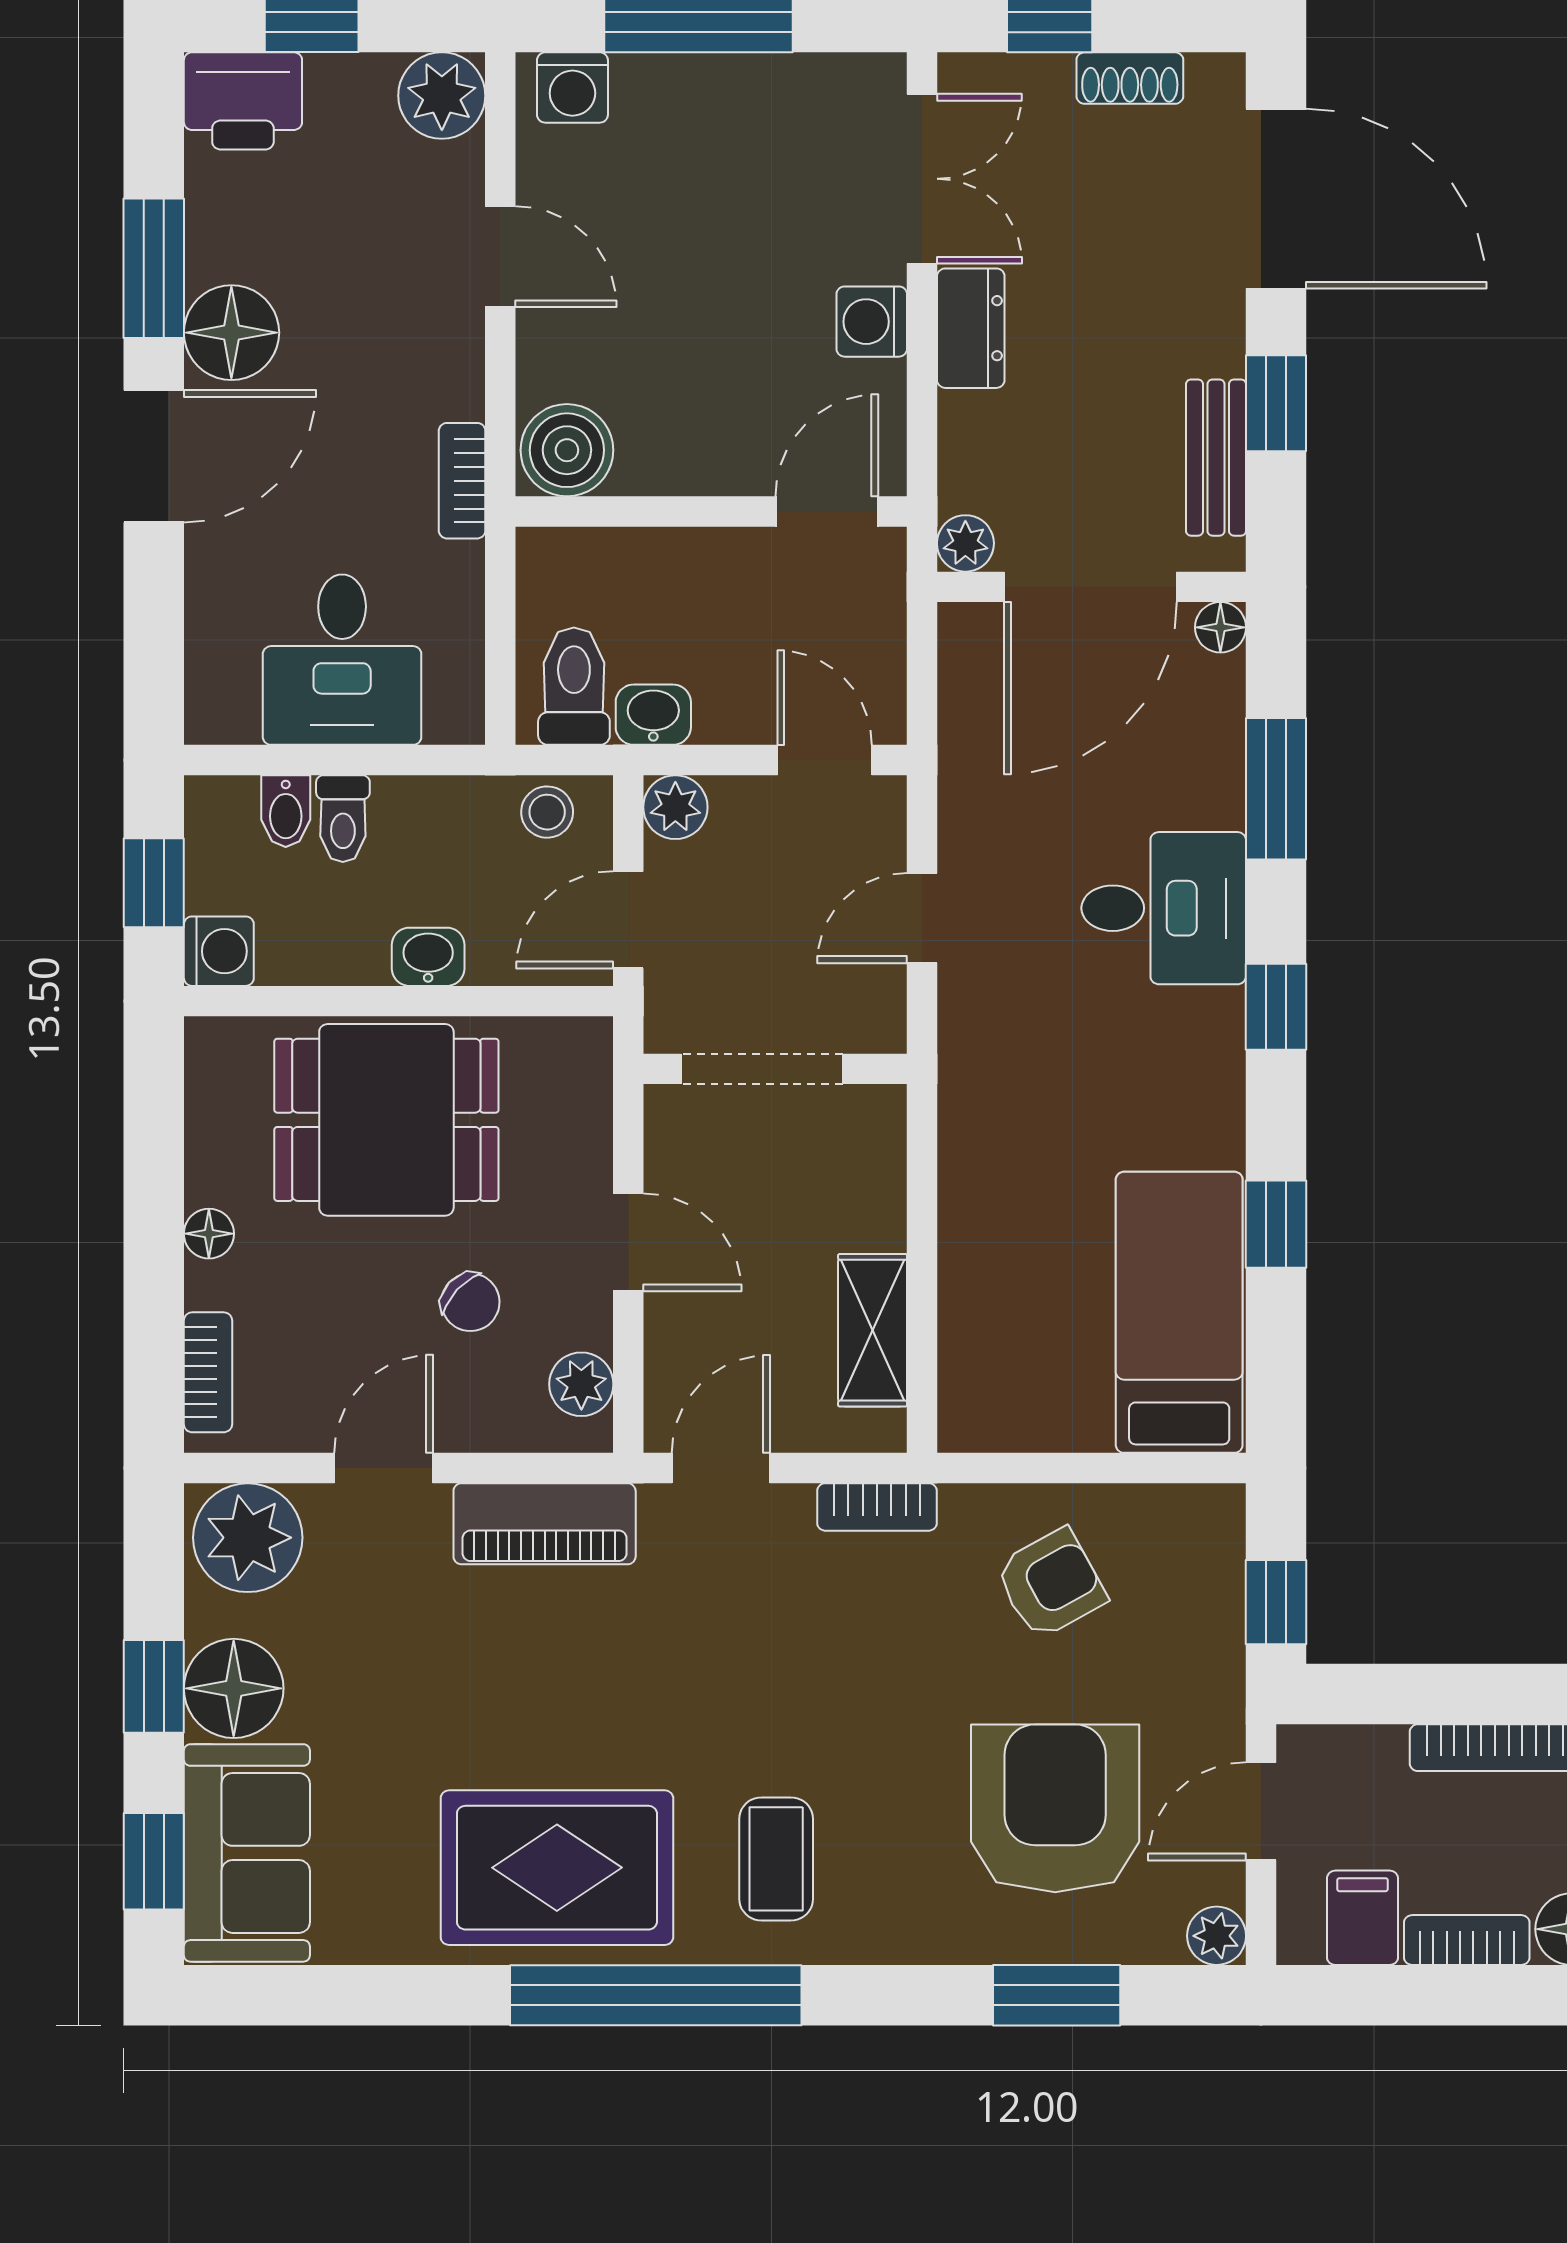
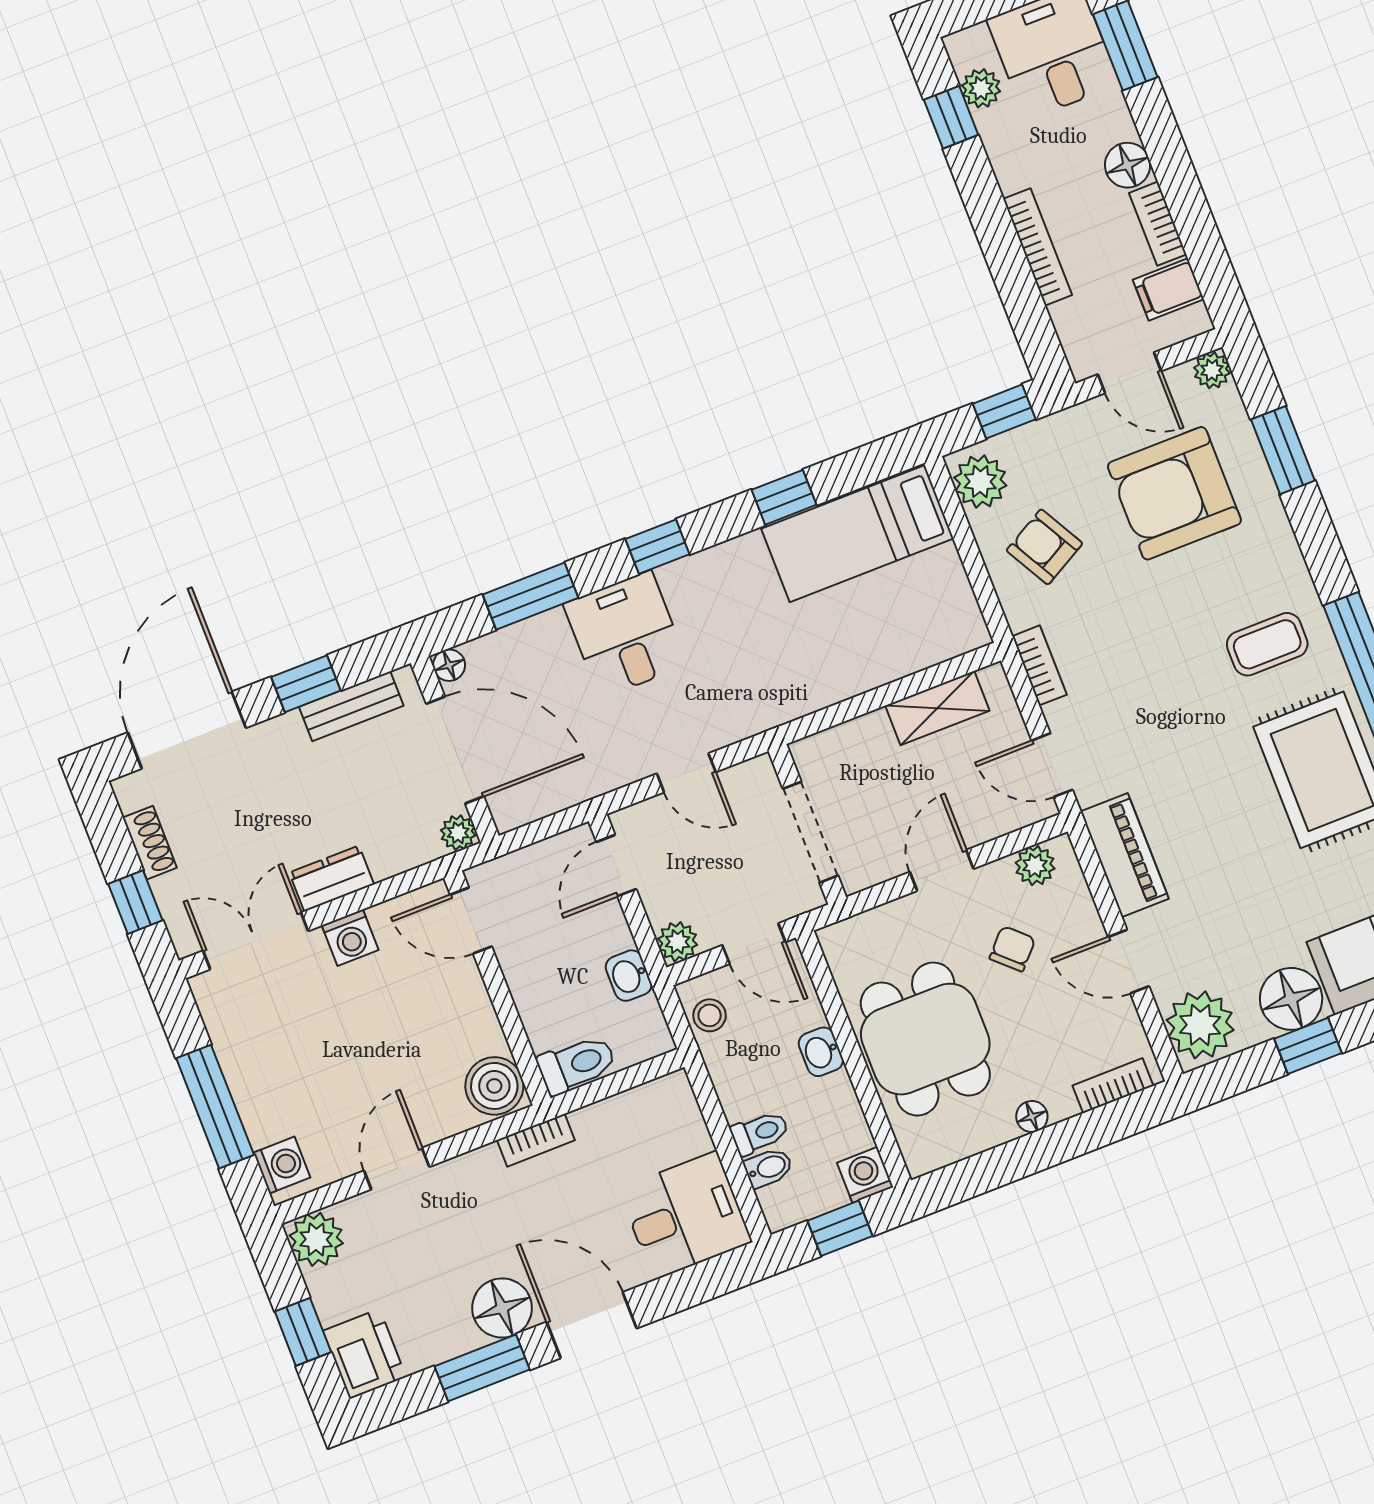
desk: (342, 660) -> (685, 1215), moved
toilet: (574, 686) -> (577, 1064), moved, turned 180
plant: (1186, 1526) -> (980, 482), added

